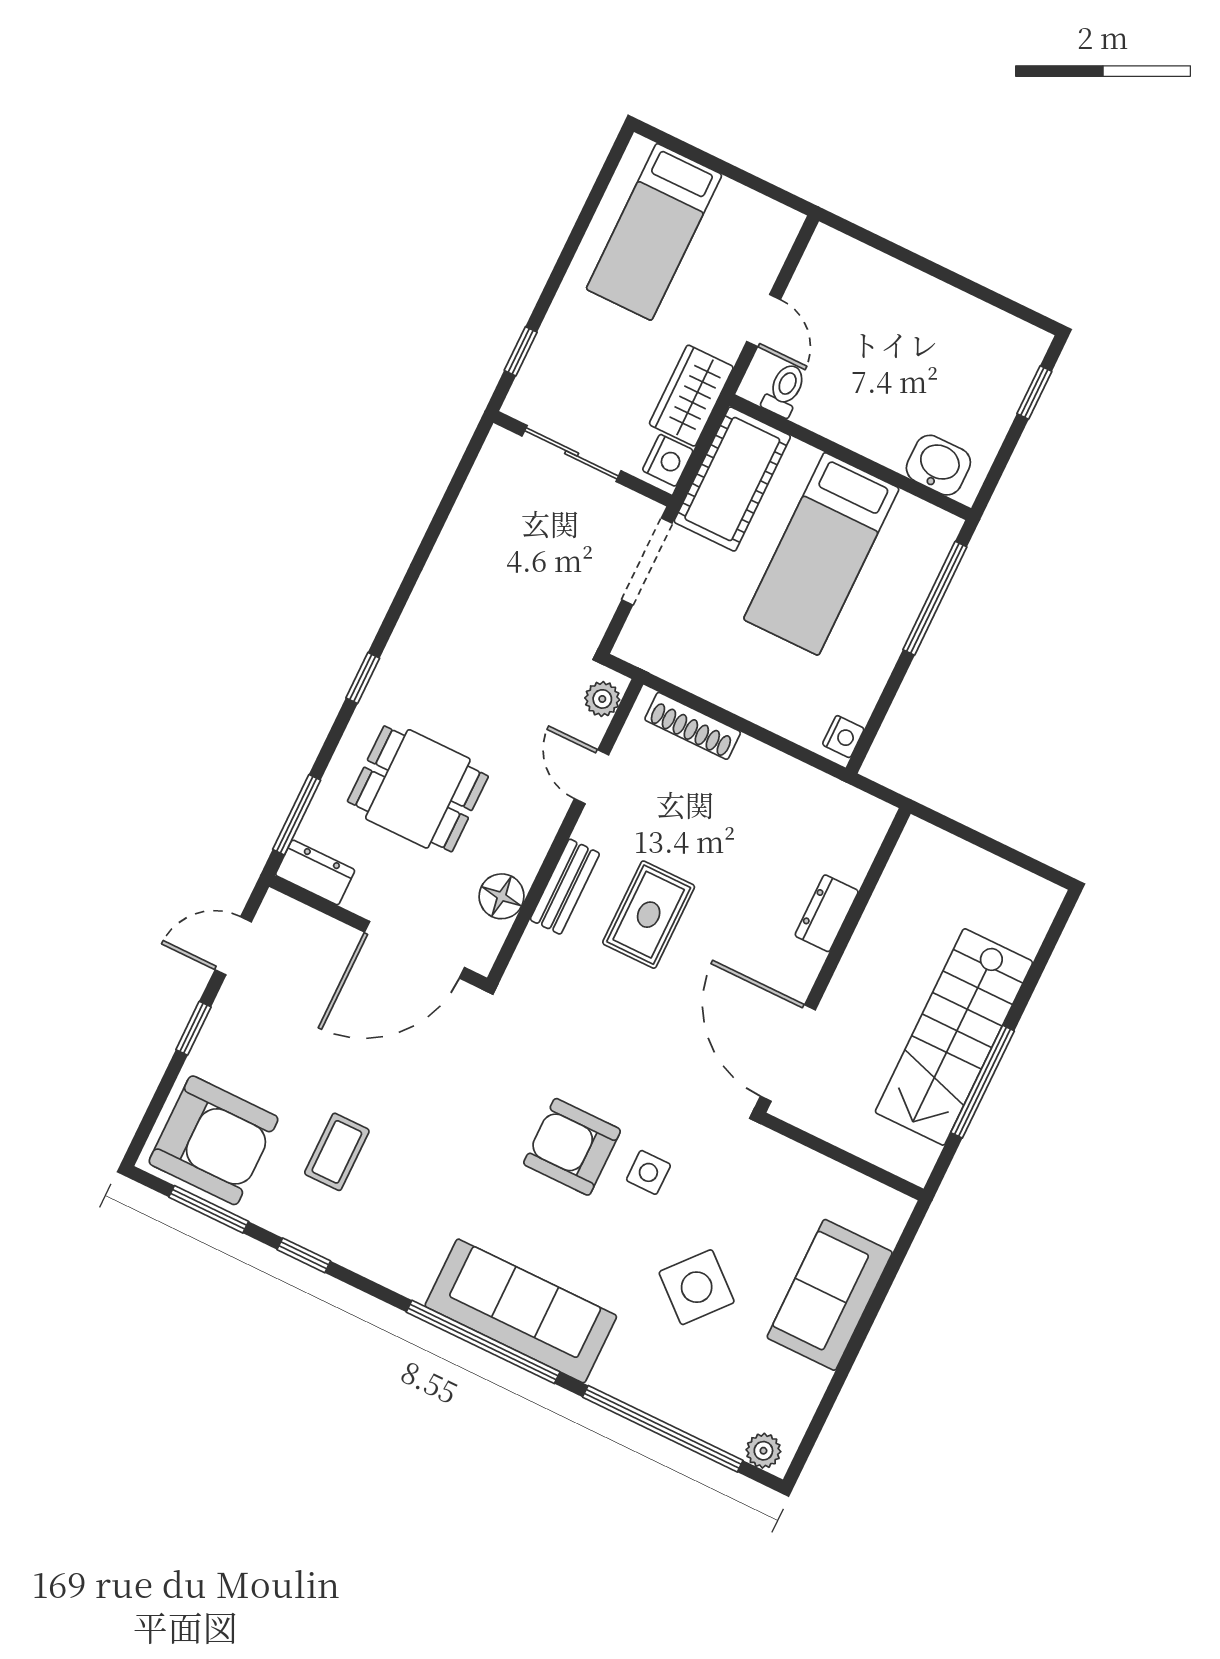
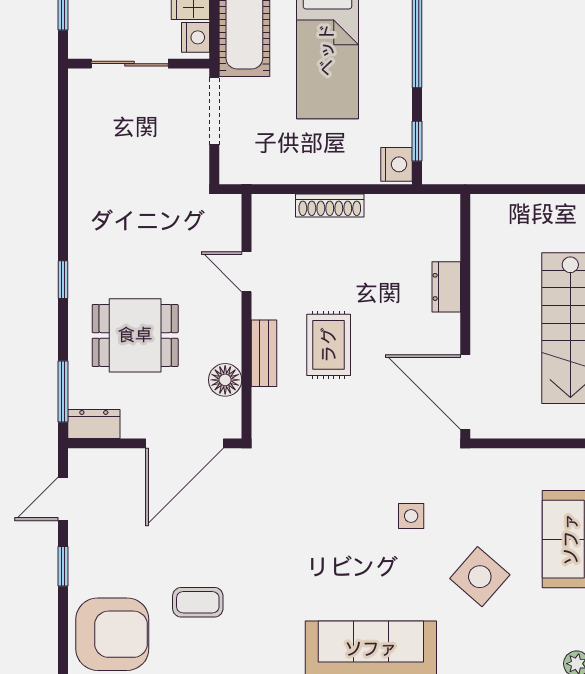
plant: (602, 699) -> (229, 217), removed
window: (877, 718) -> (417, 141), added
shoe rack: (693, 726) -> (330, 206), moved
nightstand: (843, 737) -> (396, 164), width x1.39, depth x1.35
armchair: (572, 1147) -> (352, 524), removed
coffee table: (337, 1152) -> (198, 602), turned 90

